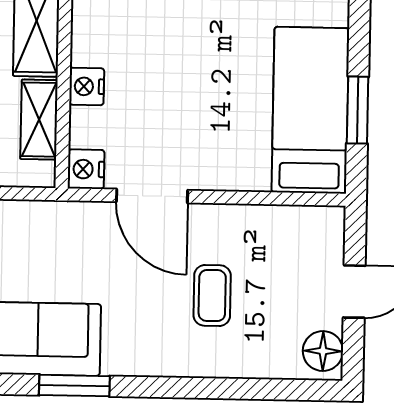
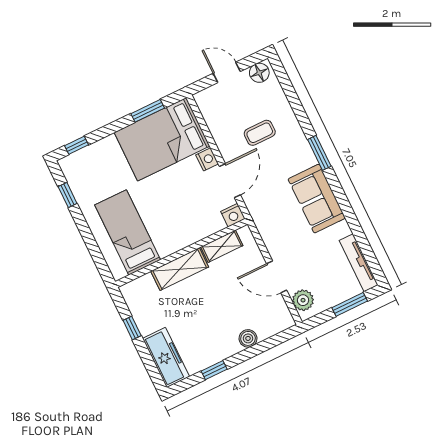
nightstand: (87, 86) -> (207, 159), moved, turned -90
bed: (310, 110) -> (162, 139), width x1.50
window: (74, 386) -> (319, 153), moved

